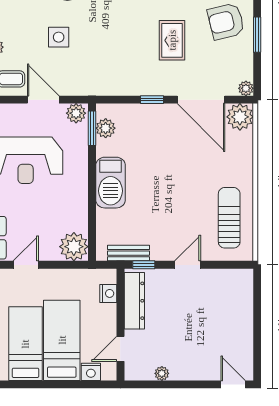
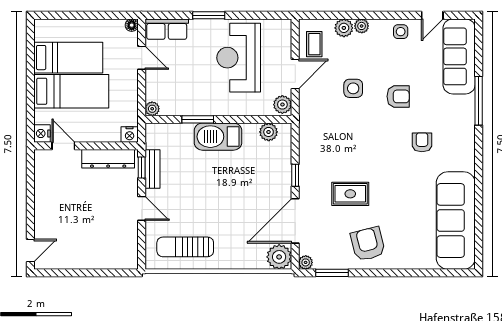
window: (257, 35) -> (332, 273), moved
window: (92, 128) -> (198, 119), moved
sun lounger: (229, 218) -> (185, 247), turned 180
plant: (74, 247) -> (152, 109), width x0.53, depth x0.53
bench: (129, 253) -> (152, 169), moved
nightstand: (108, 293) -> (130, 135), moved
nightstand: (91, 372) -> (42, 134), moved
plant: (162, 373) -> (41, 184), removed

